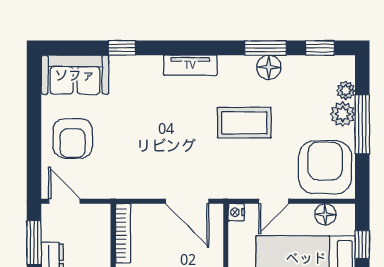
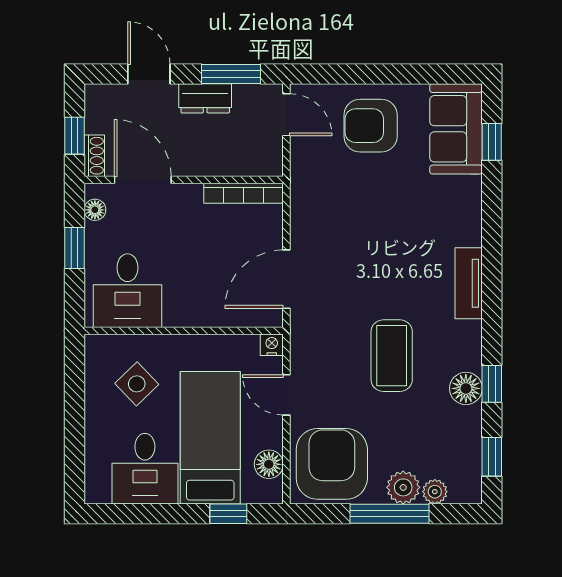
window: (122, 48) -> (492, 142), moved
window: (265, 48) -> (492, 384), width x0.67
armchair: (325, 167) -> (332, 464), turned -90
door: (64, 201) -> (286, 115), hinge flipped

